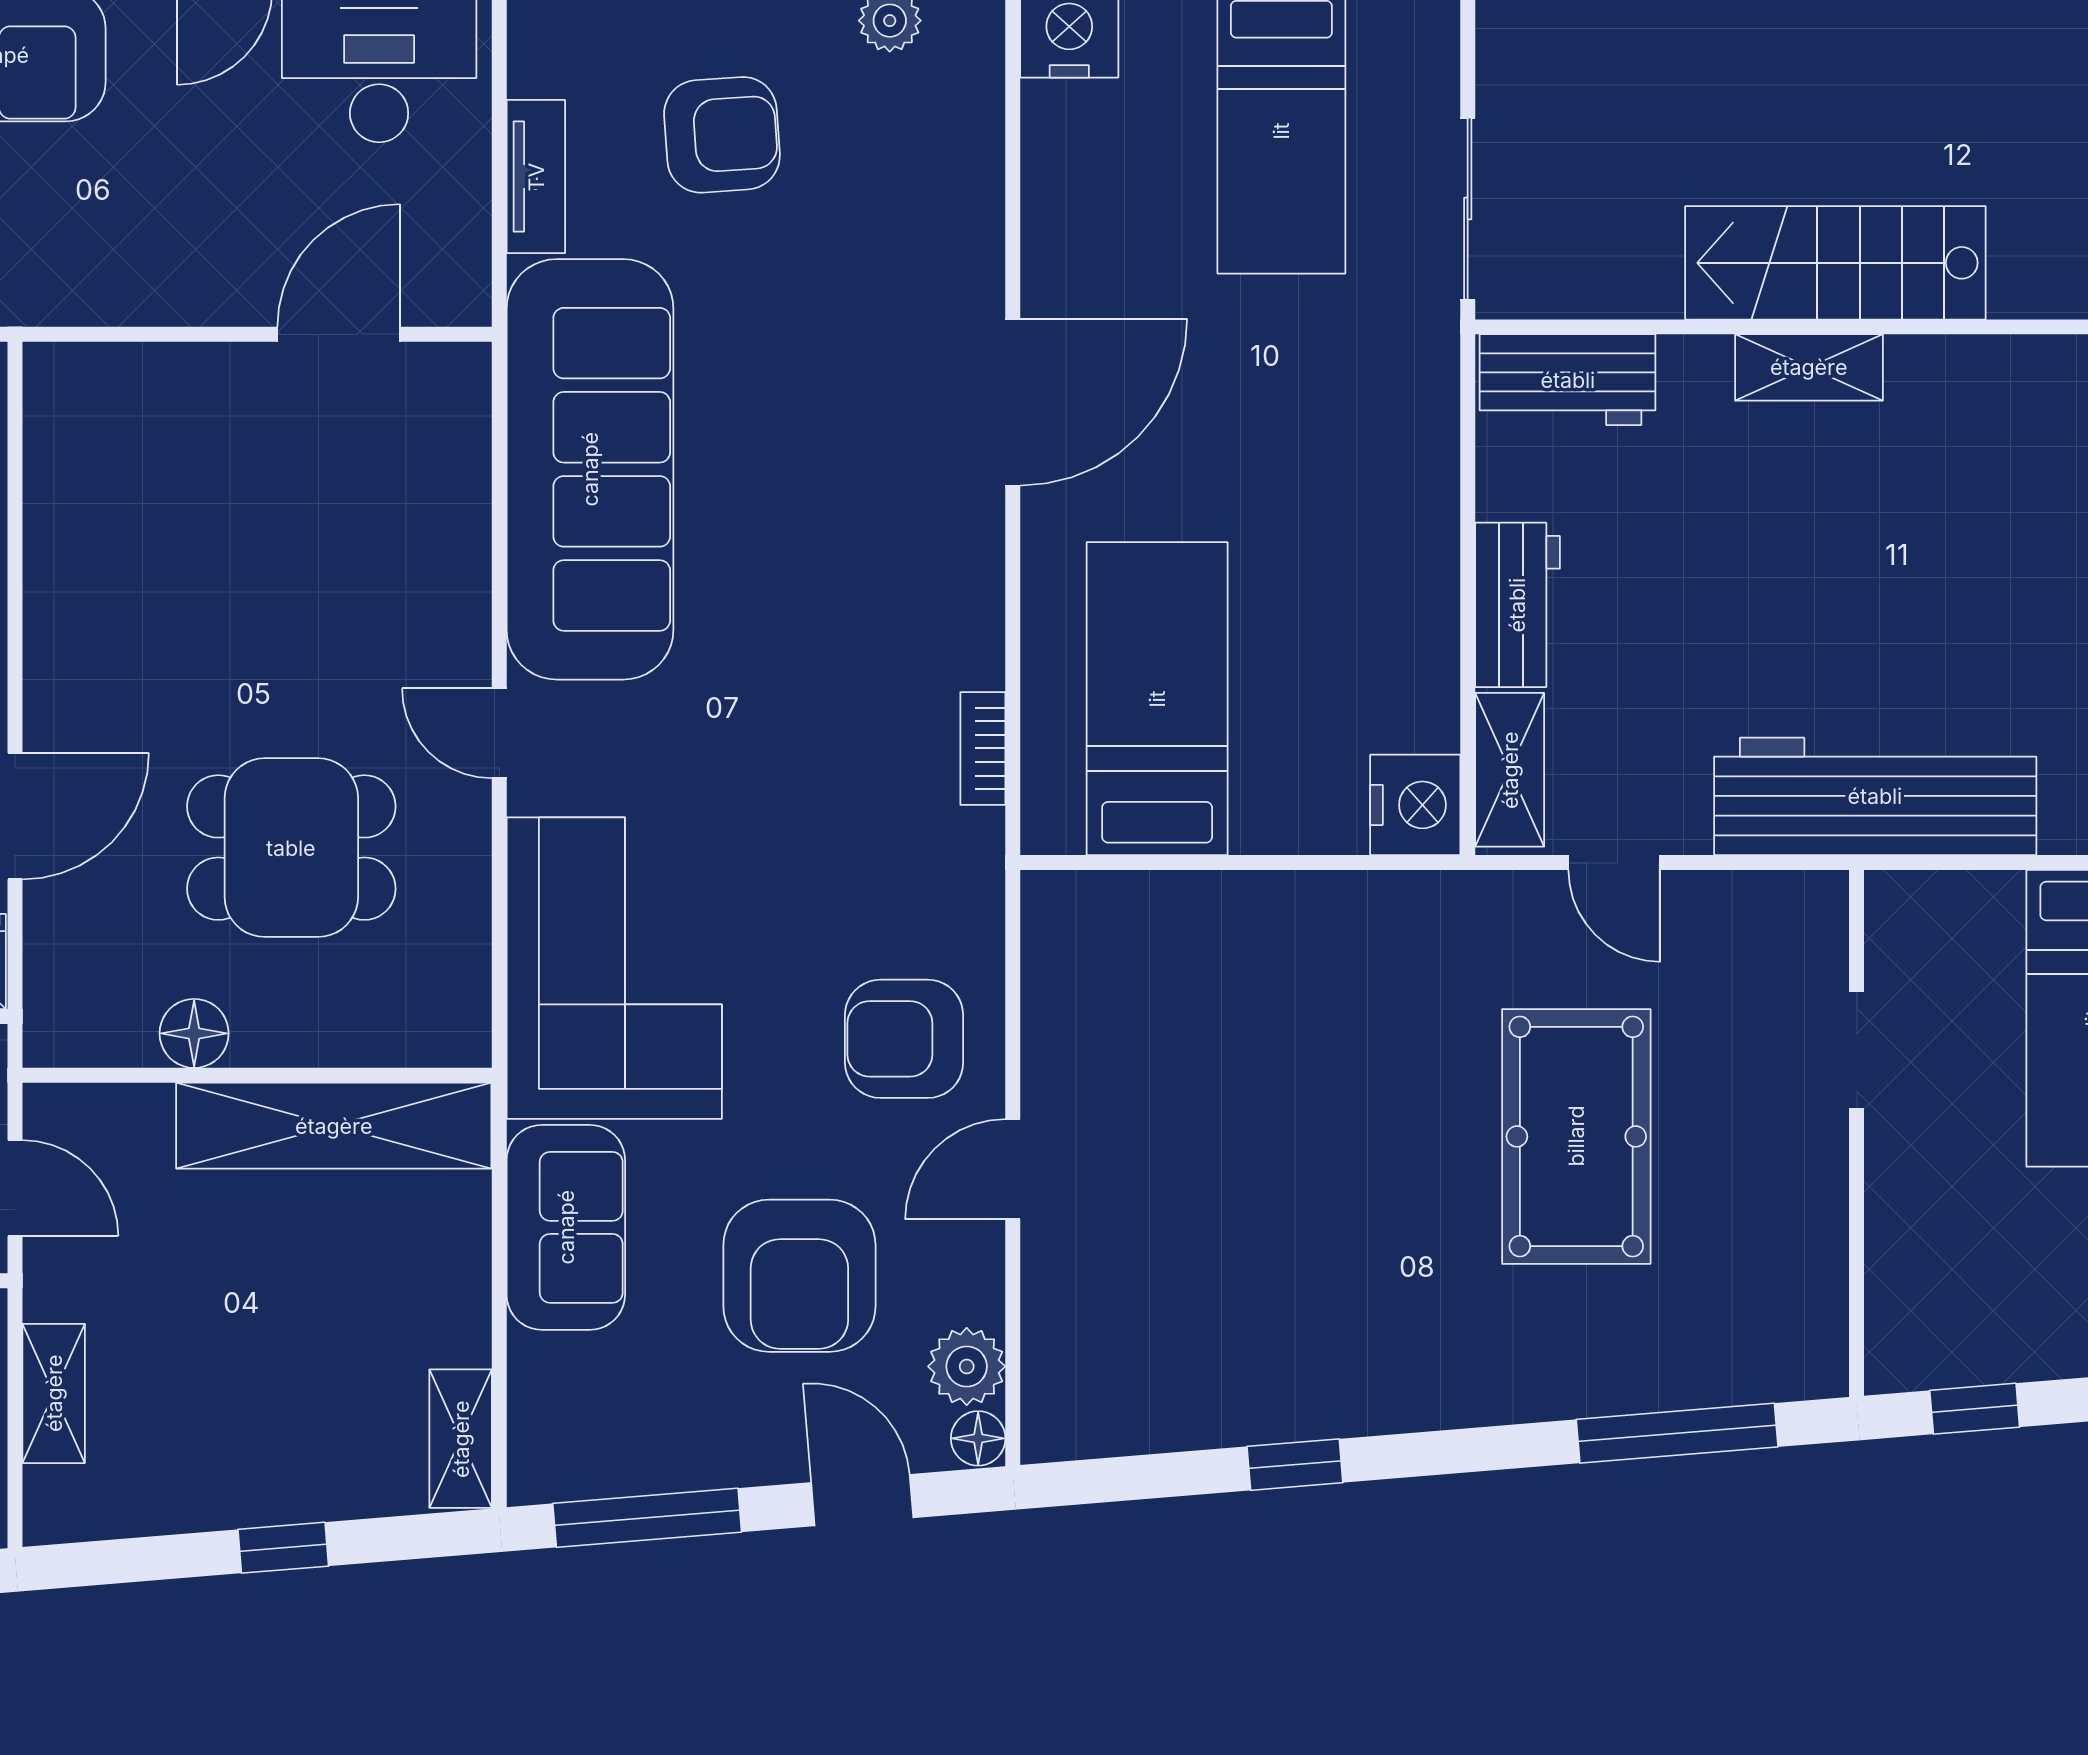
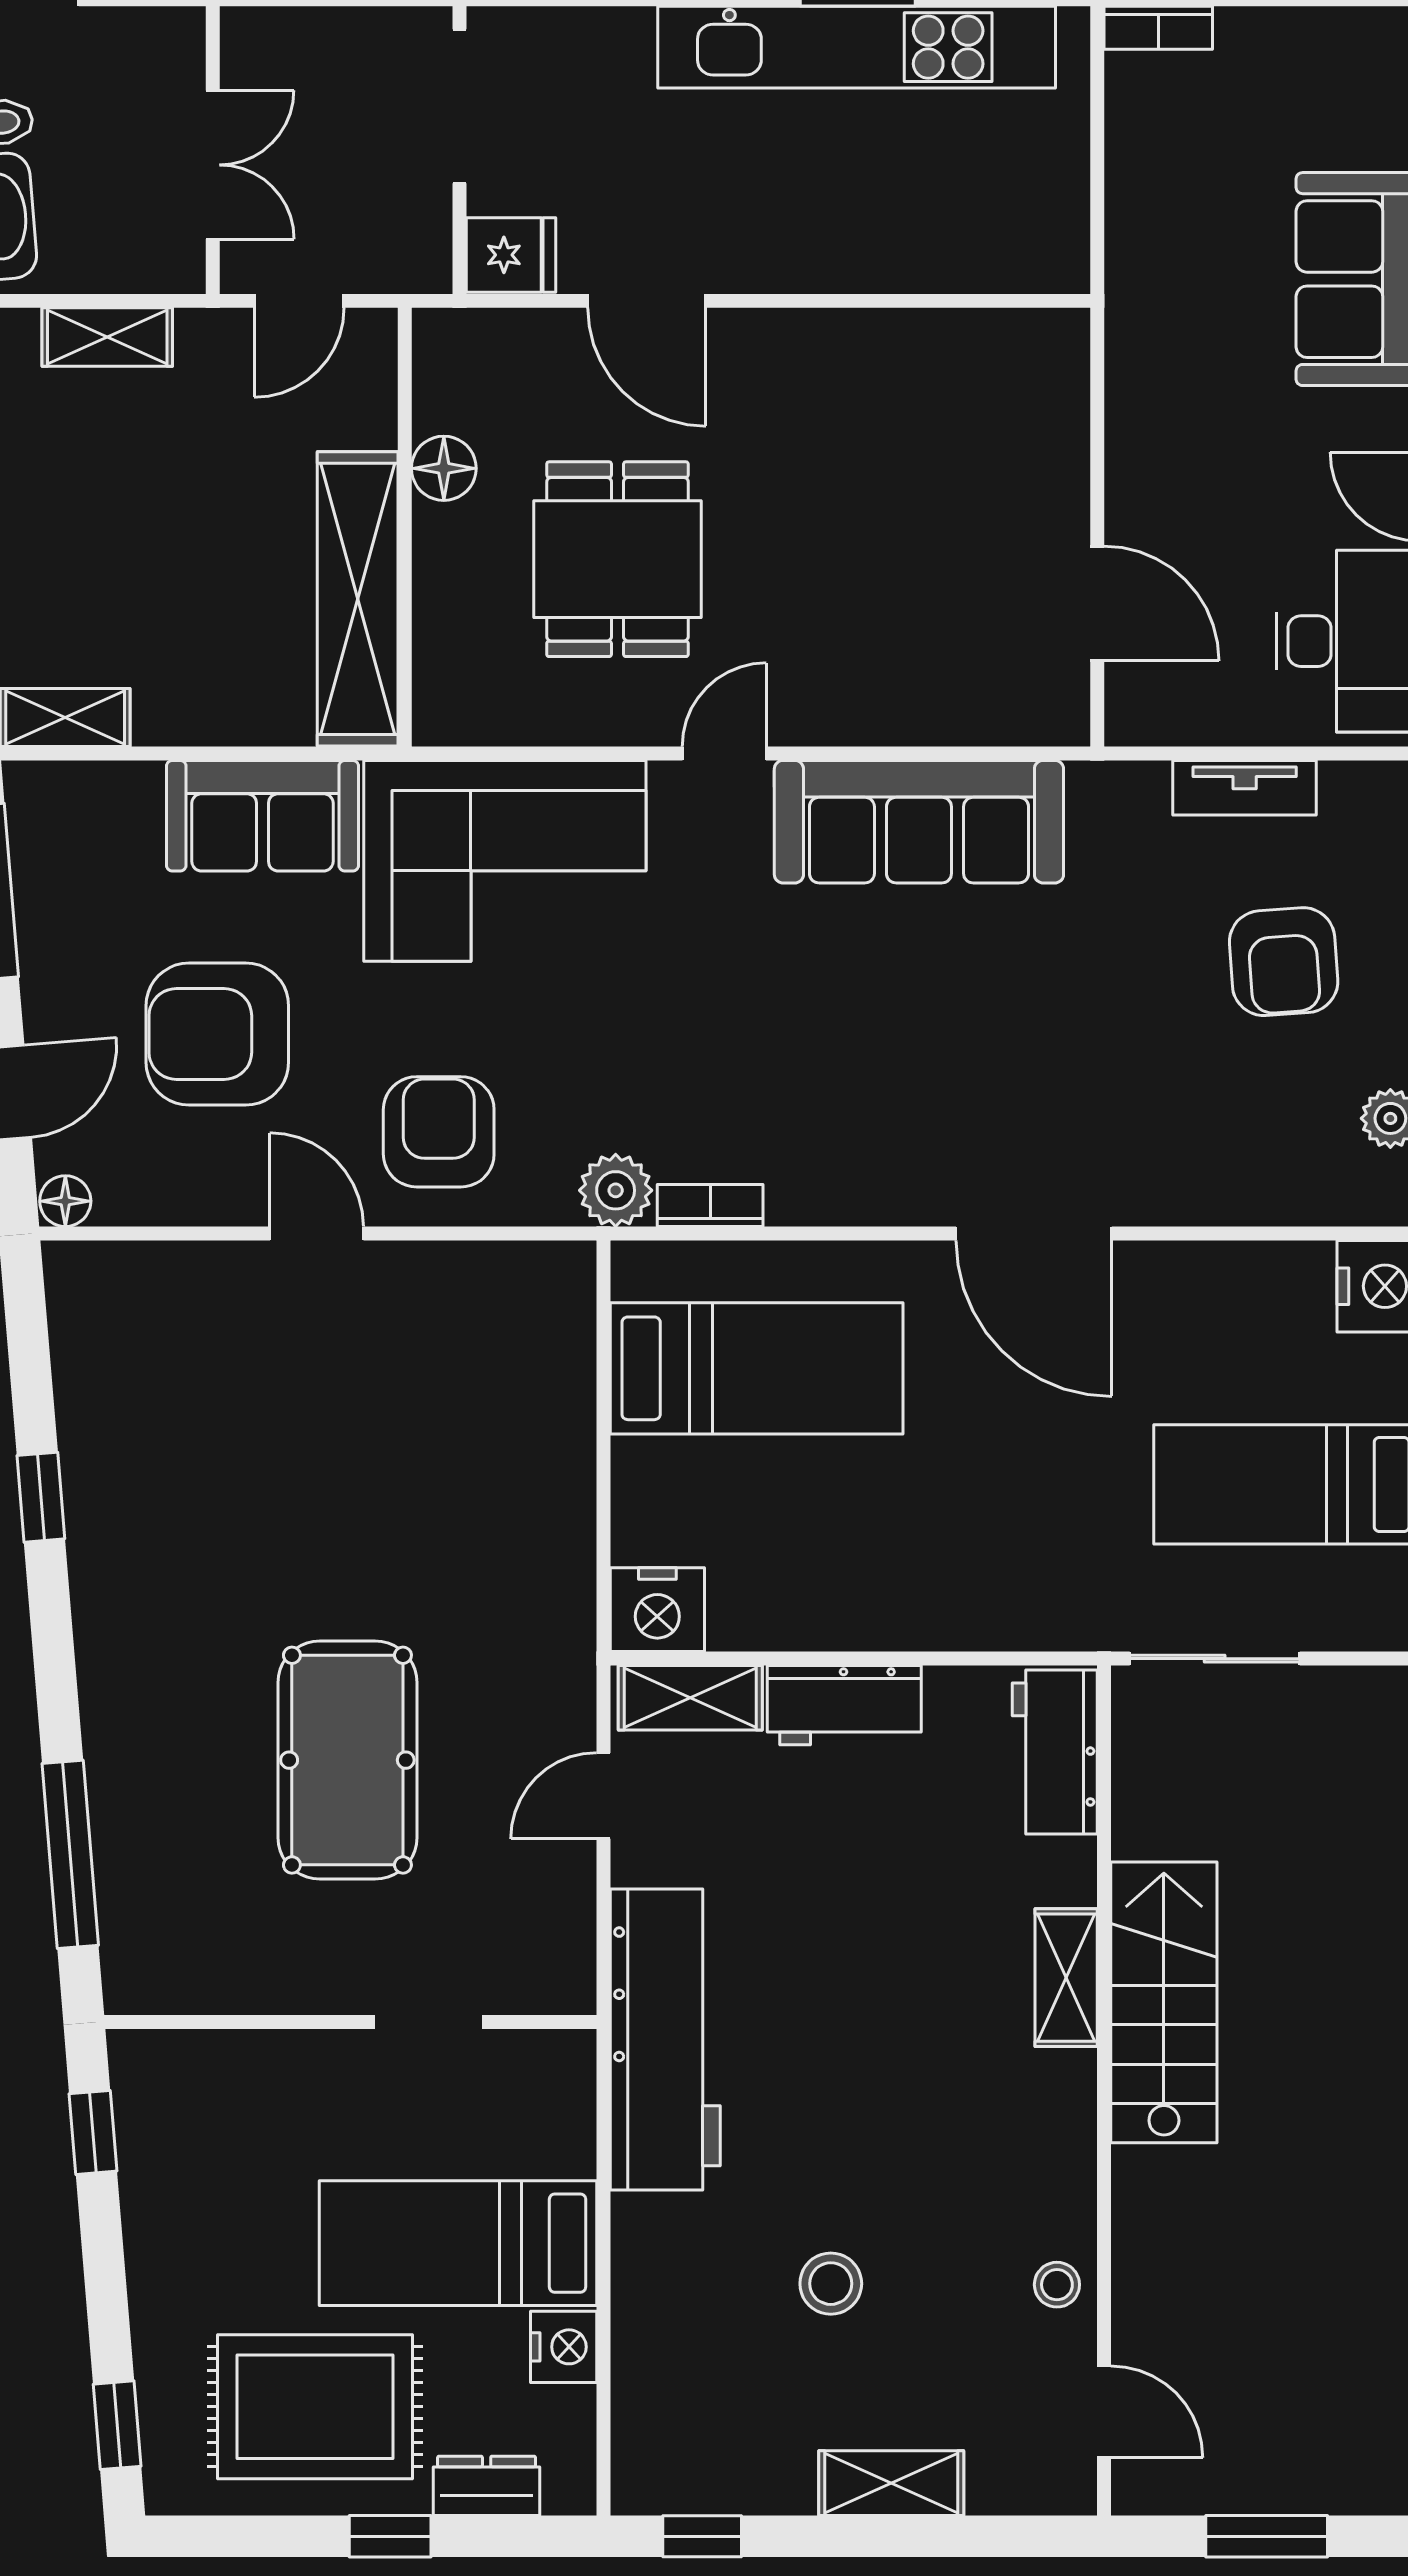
sofa: (590, 469) -> (919, 822), width x0.74, depth x0.79
pool table: (1576, 1136) -> (347, 1760), turned 90
plant: (967, 1366) -> (616, 1190), moved

